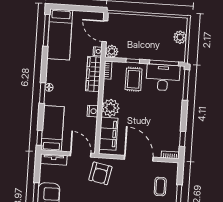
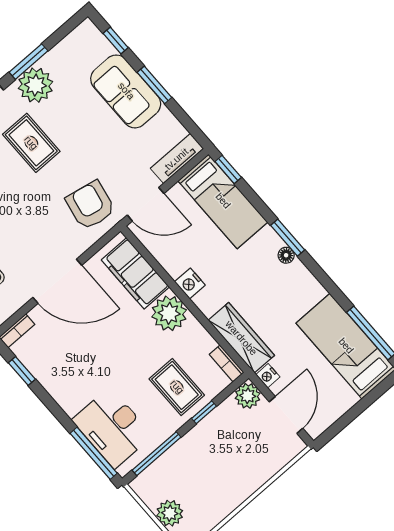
door: (105, 31) -> (286, 415), hinge flipped
desk: (163, 77) -> (112, 428), moved, turned 90

